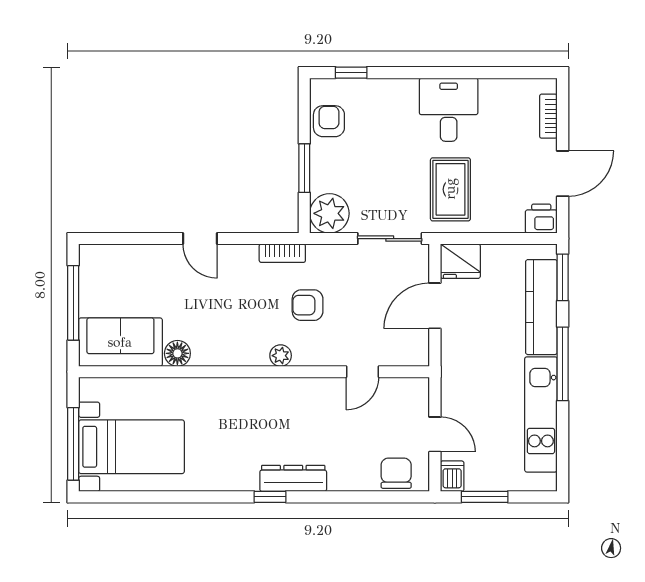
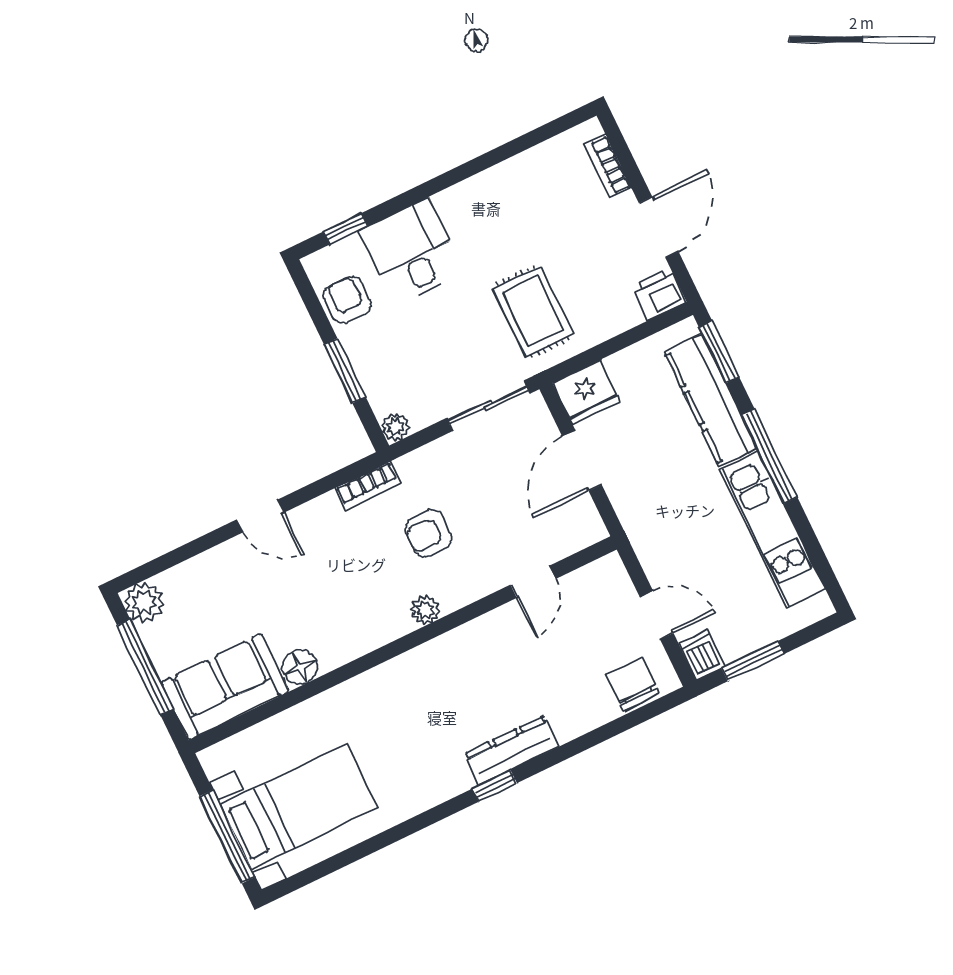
desk: (449, 110) -> (412, 252), moved
plant: (329, 213) -> (396, 427), width x0.53, depth x0.53
plant: (93, 259) -> (144, 602), added

